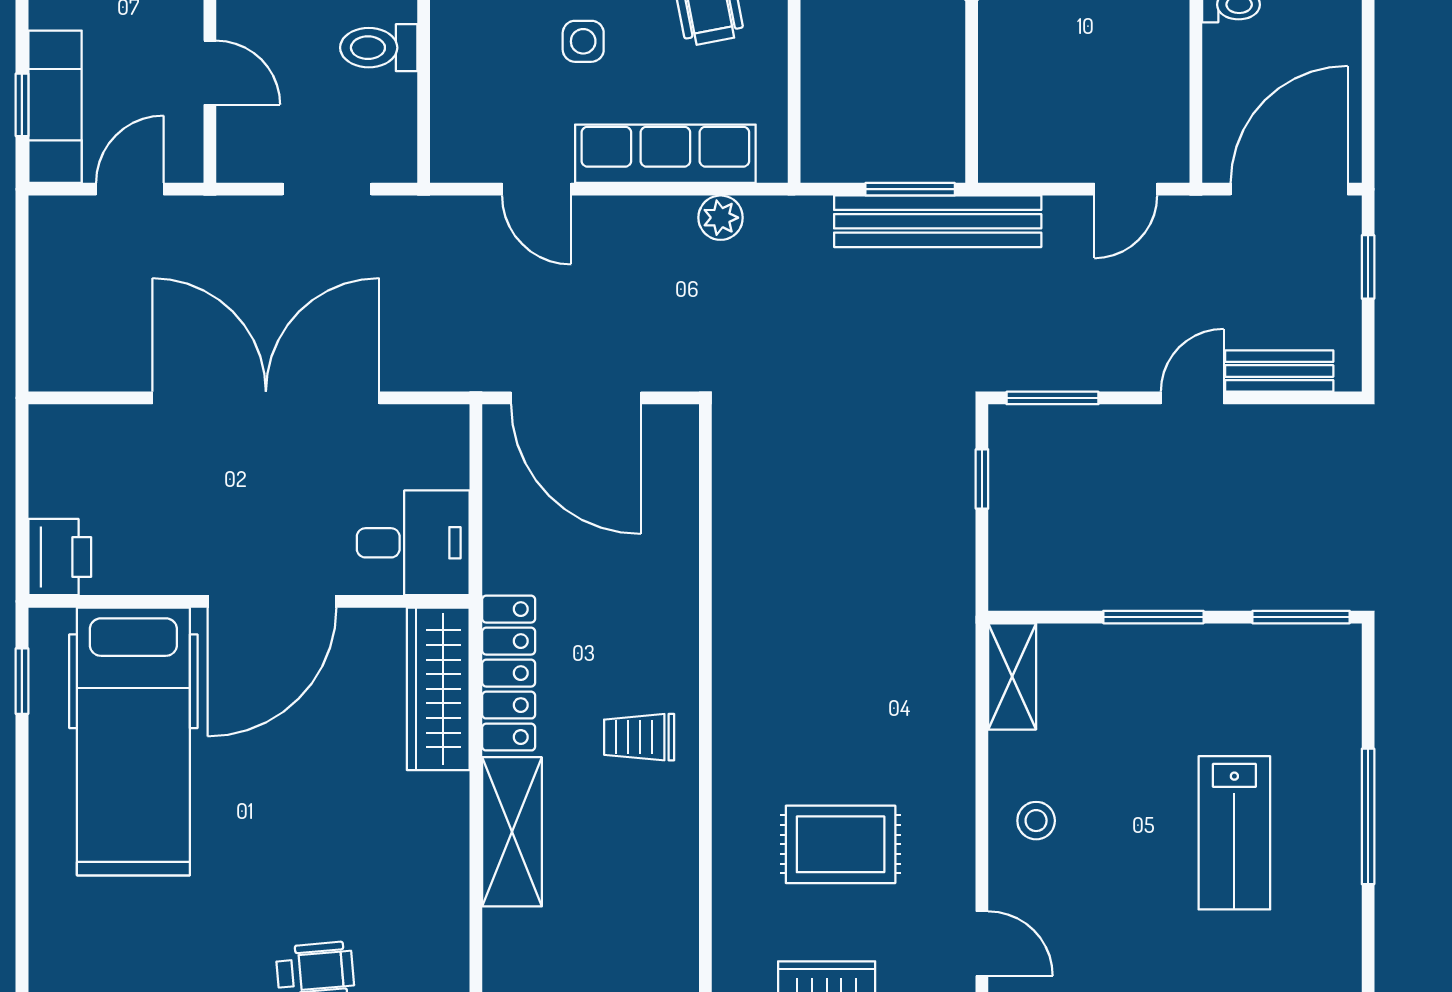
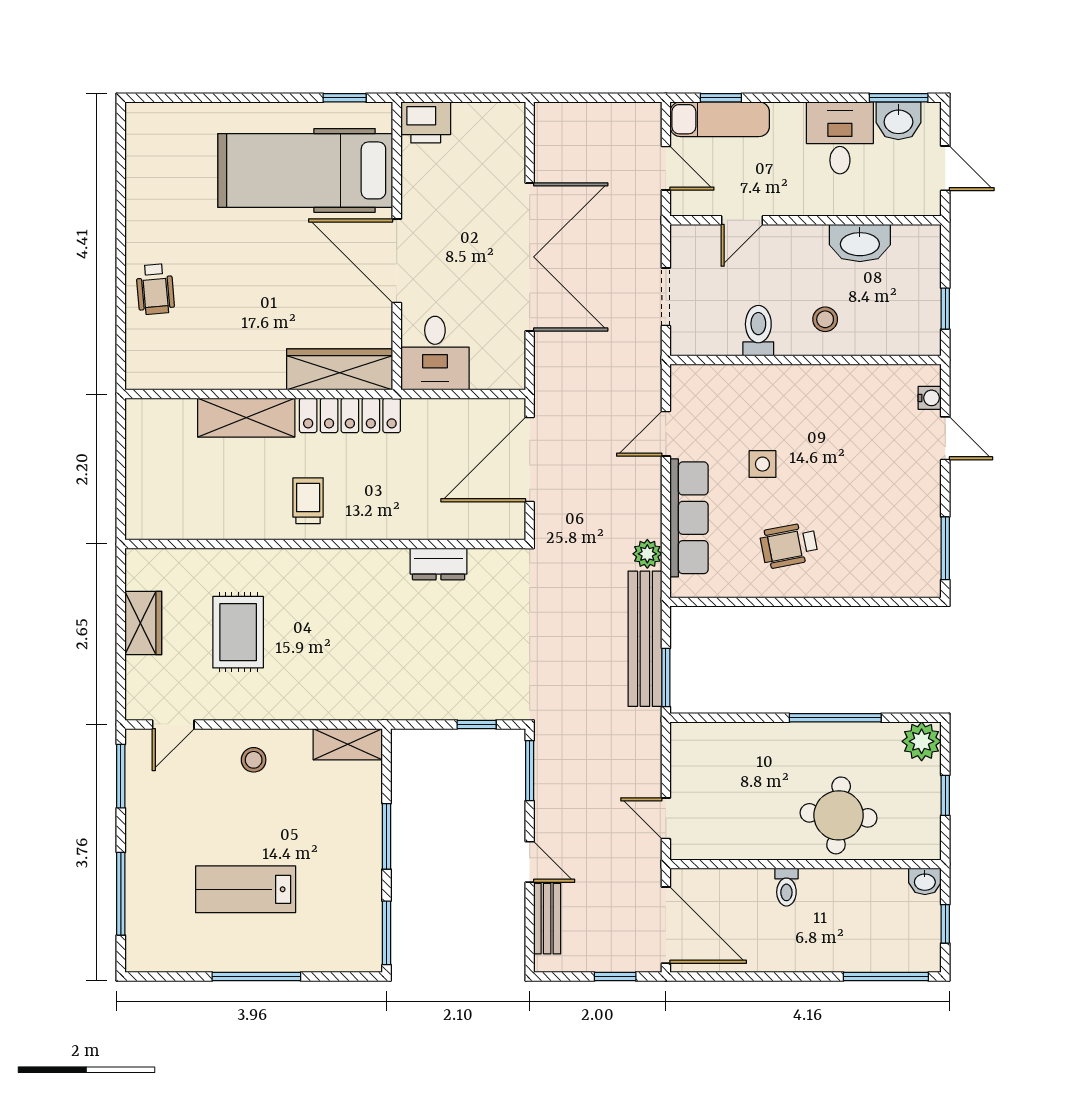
bench: (938, 221) -> (645, 639), moved
dresser: (736, 537) -> (438, 564), added

